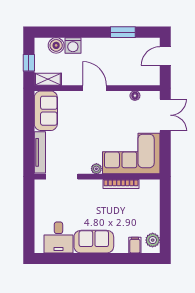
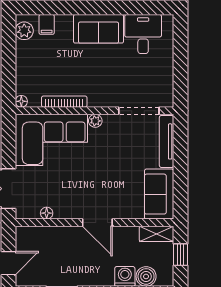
floor lamp: (155, 184) -> (21, 101), added

